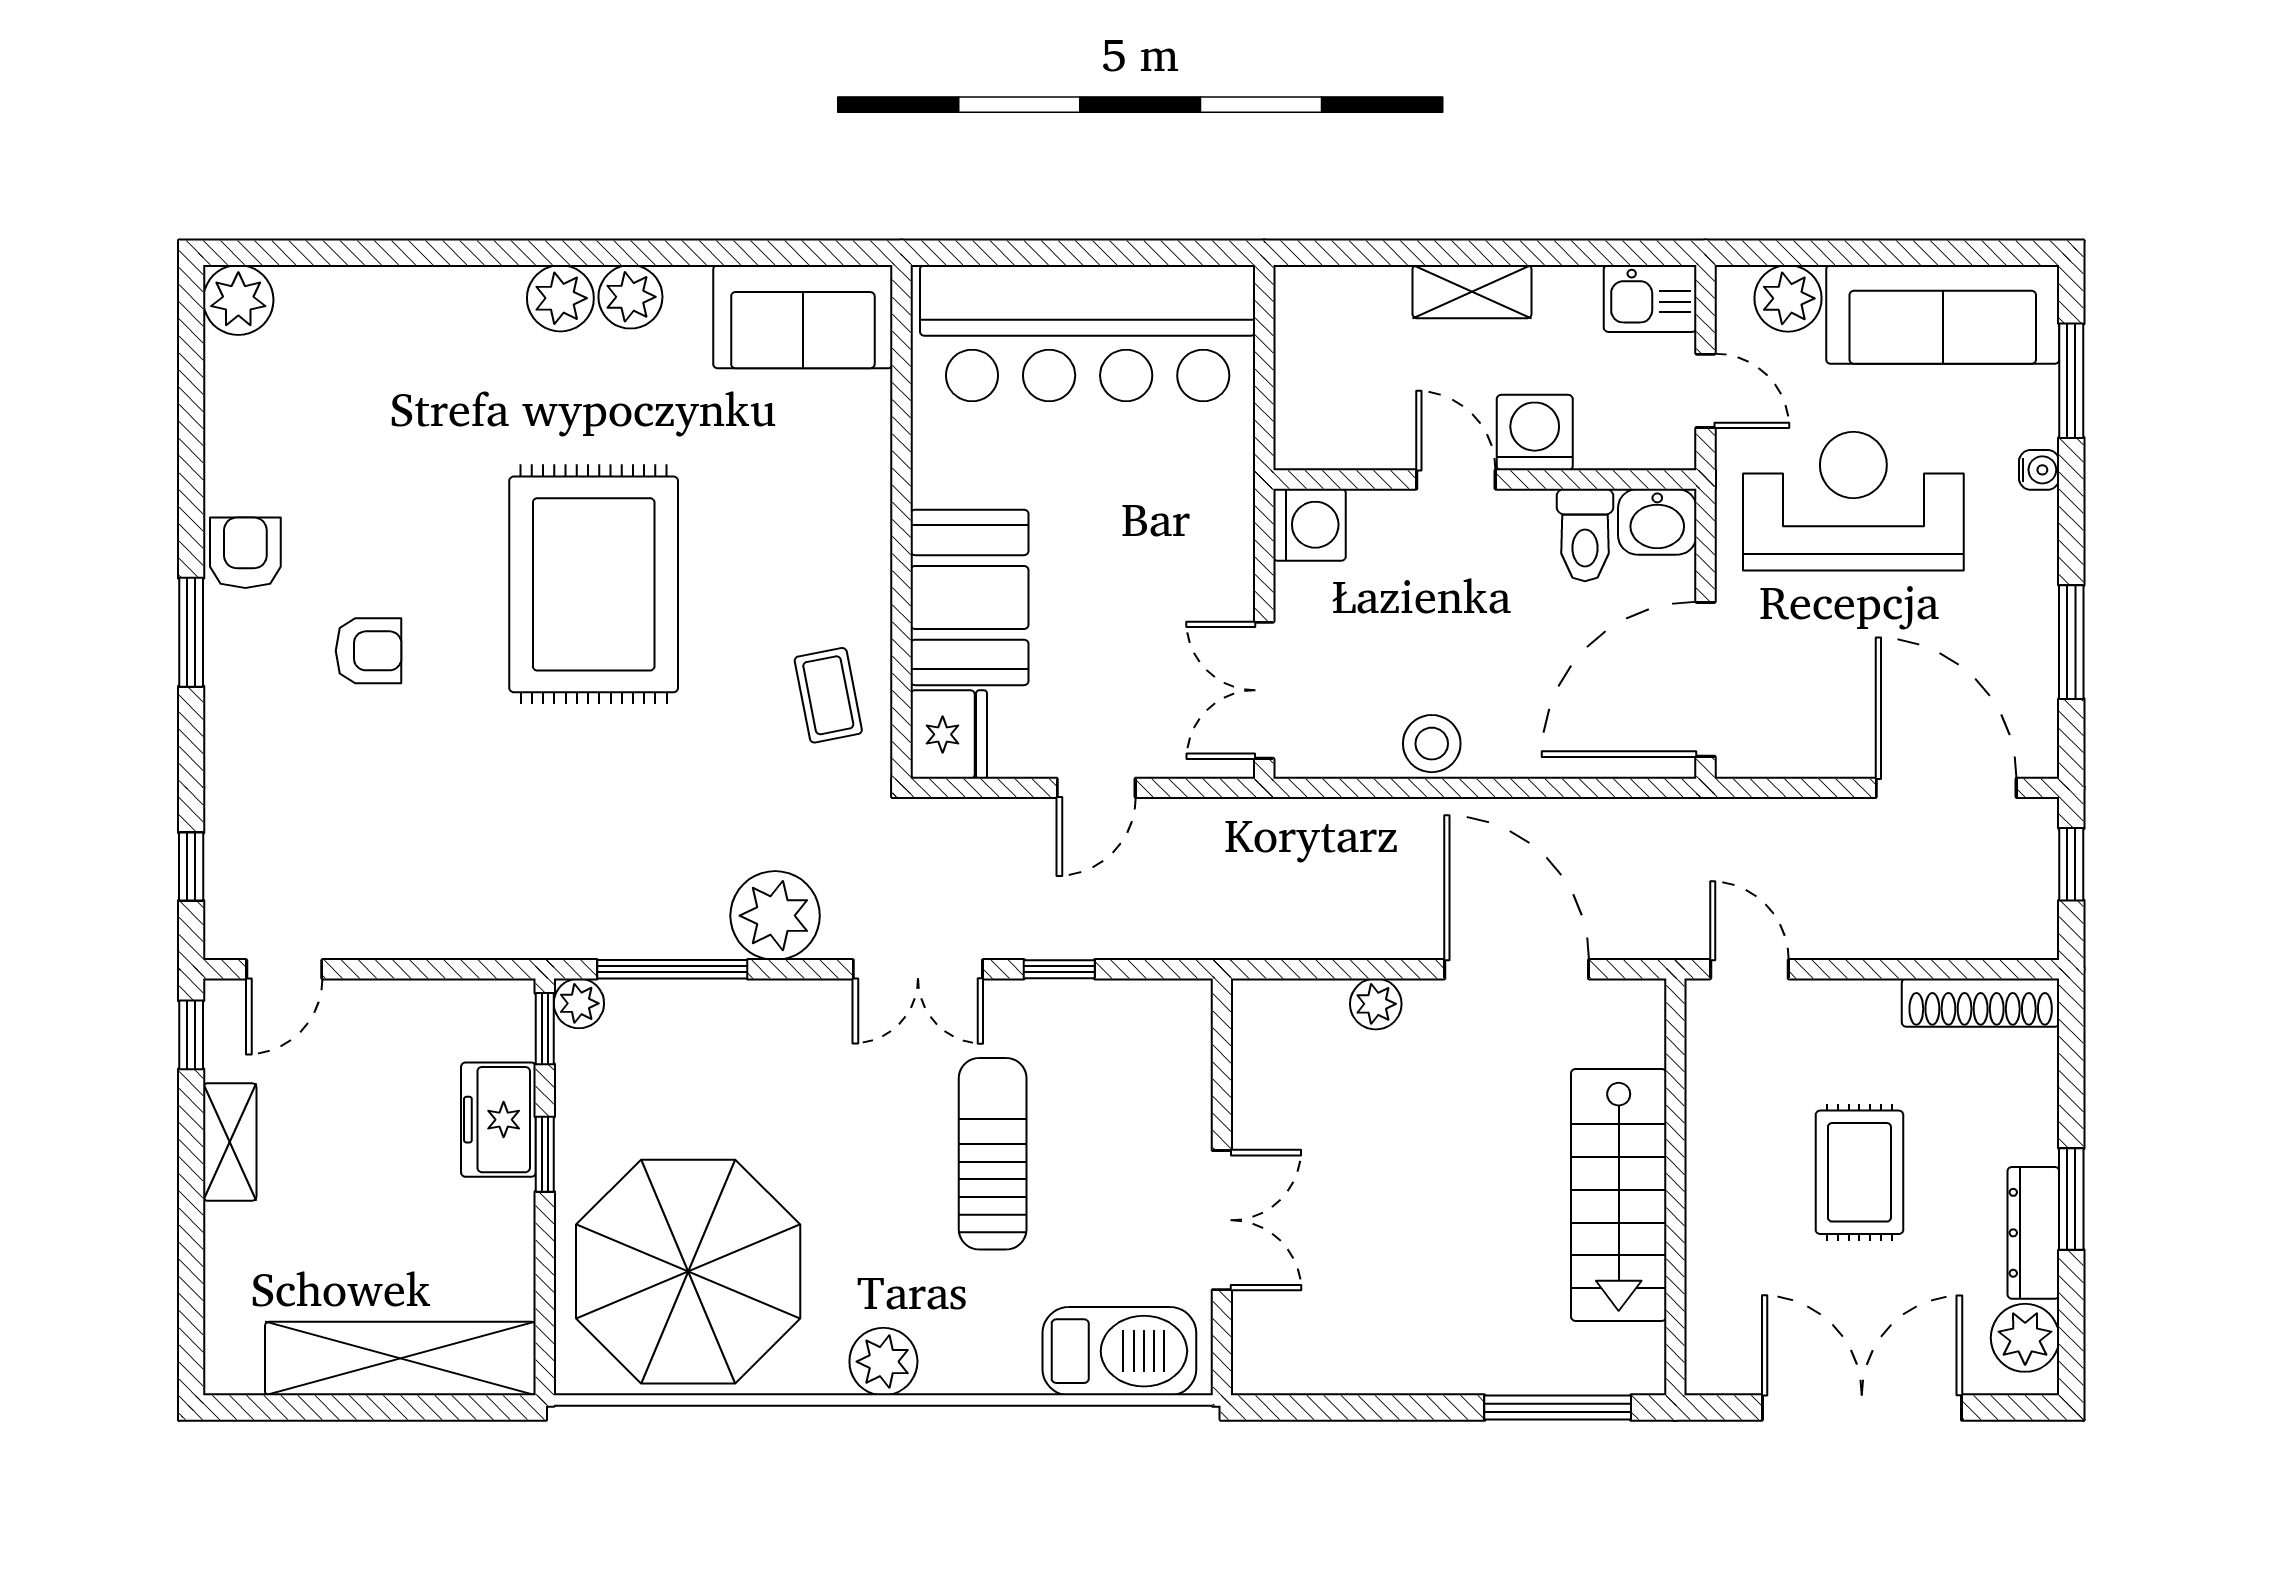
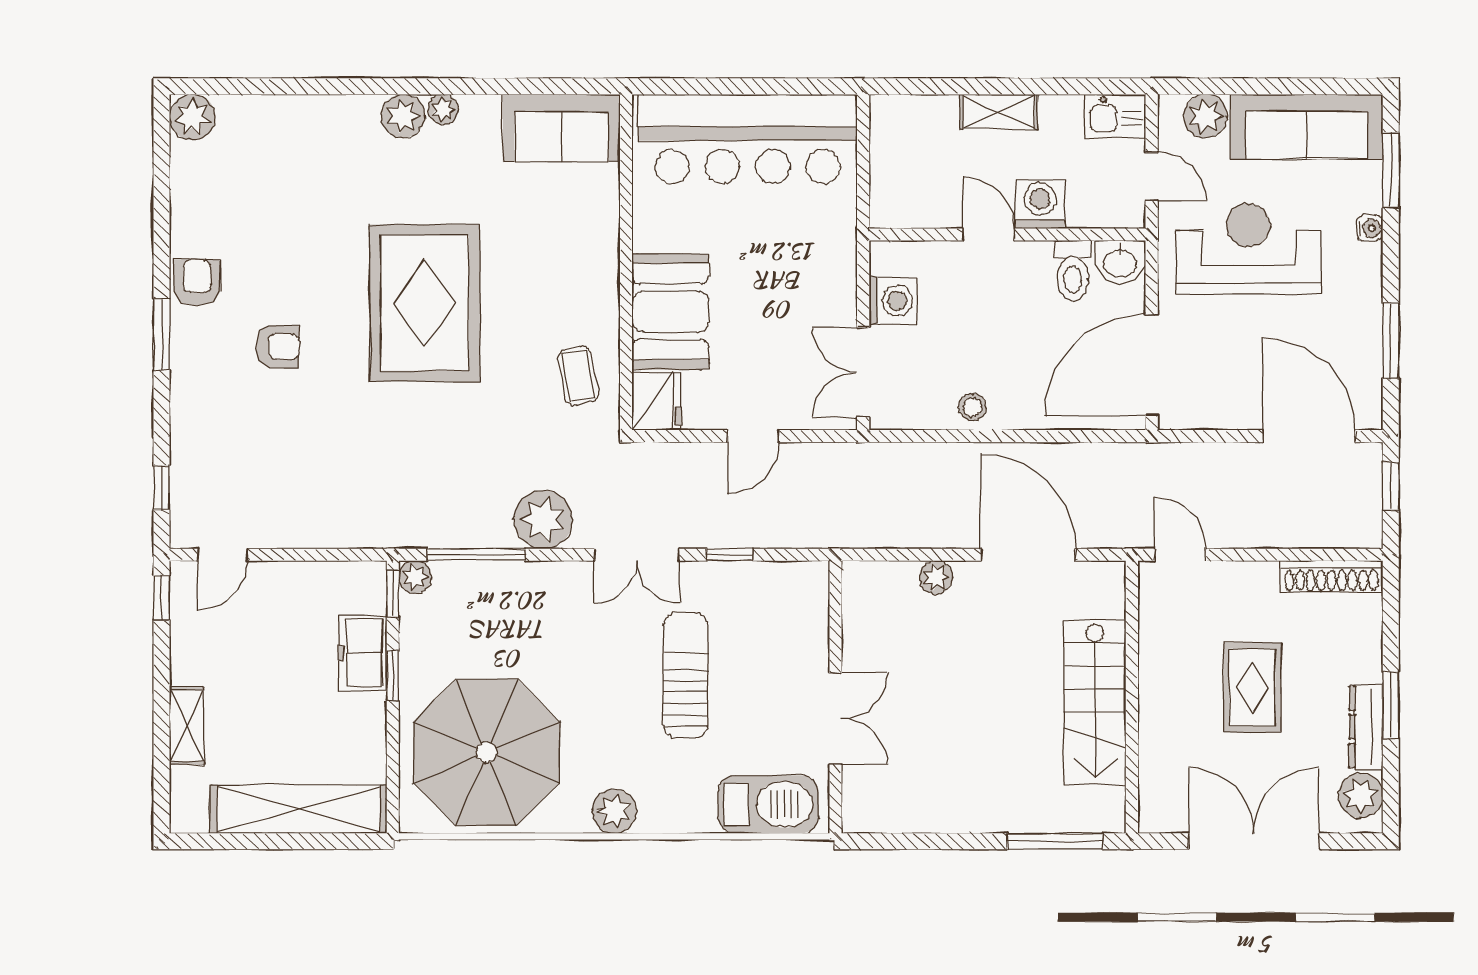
plant: (630, 297) -> (443, 109), width x0.73, depth x0.73
washing machine: (1309, 525) -> (893, 301), moved
stool: (1432, 744) -> (973, 407), width x0.73, depth x0.73
shelving: (230, 1142) -> (187, 726), moved

